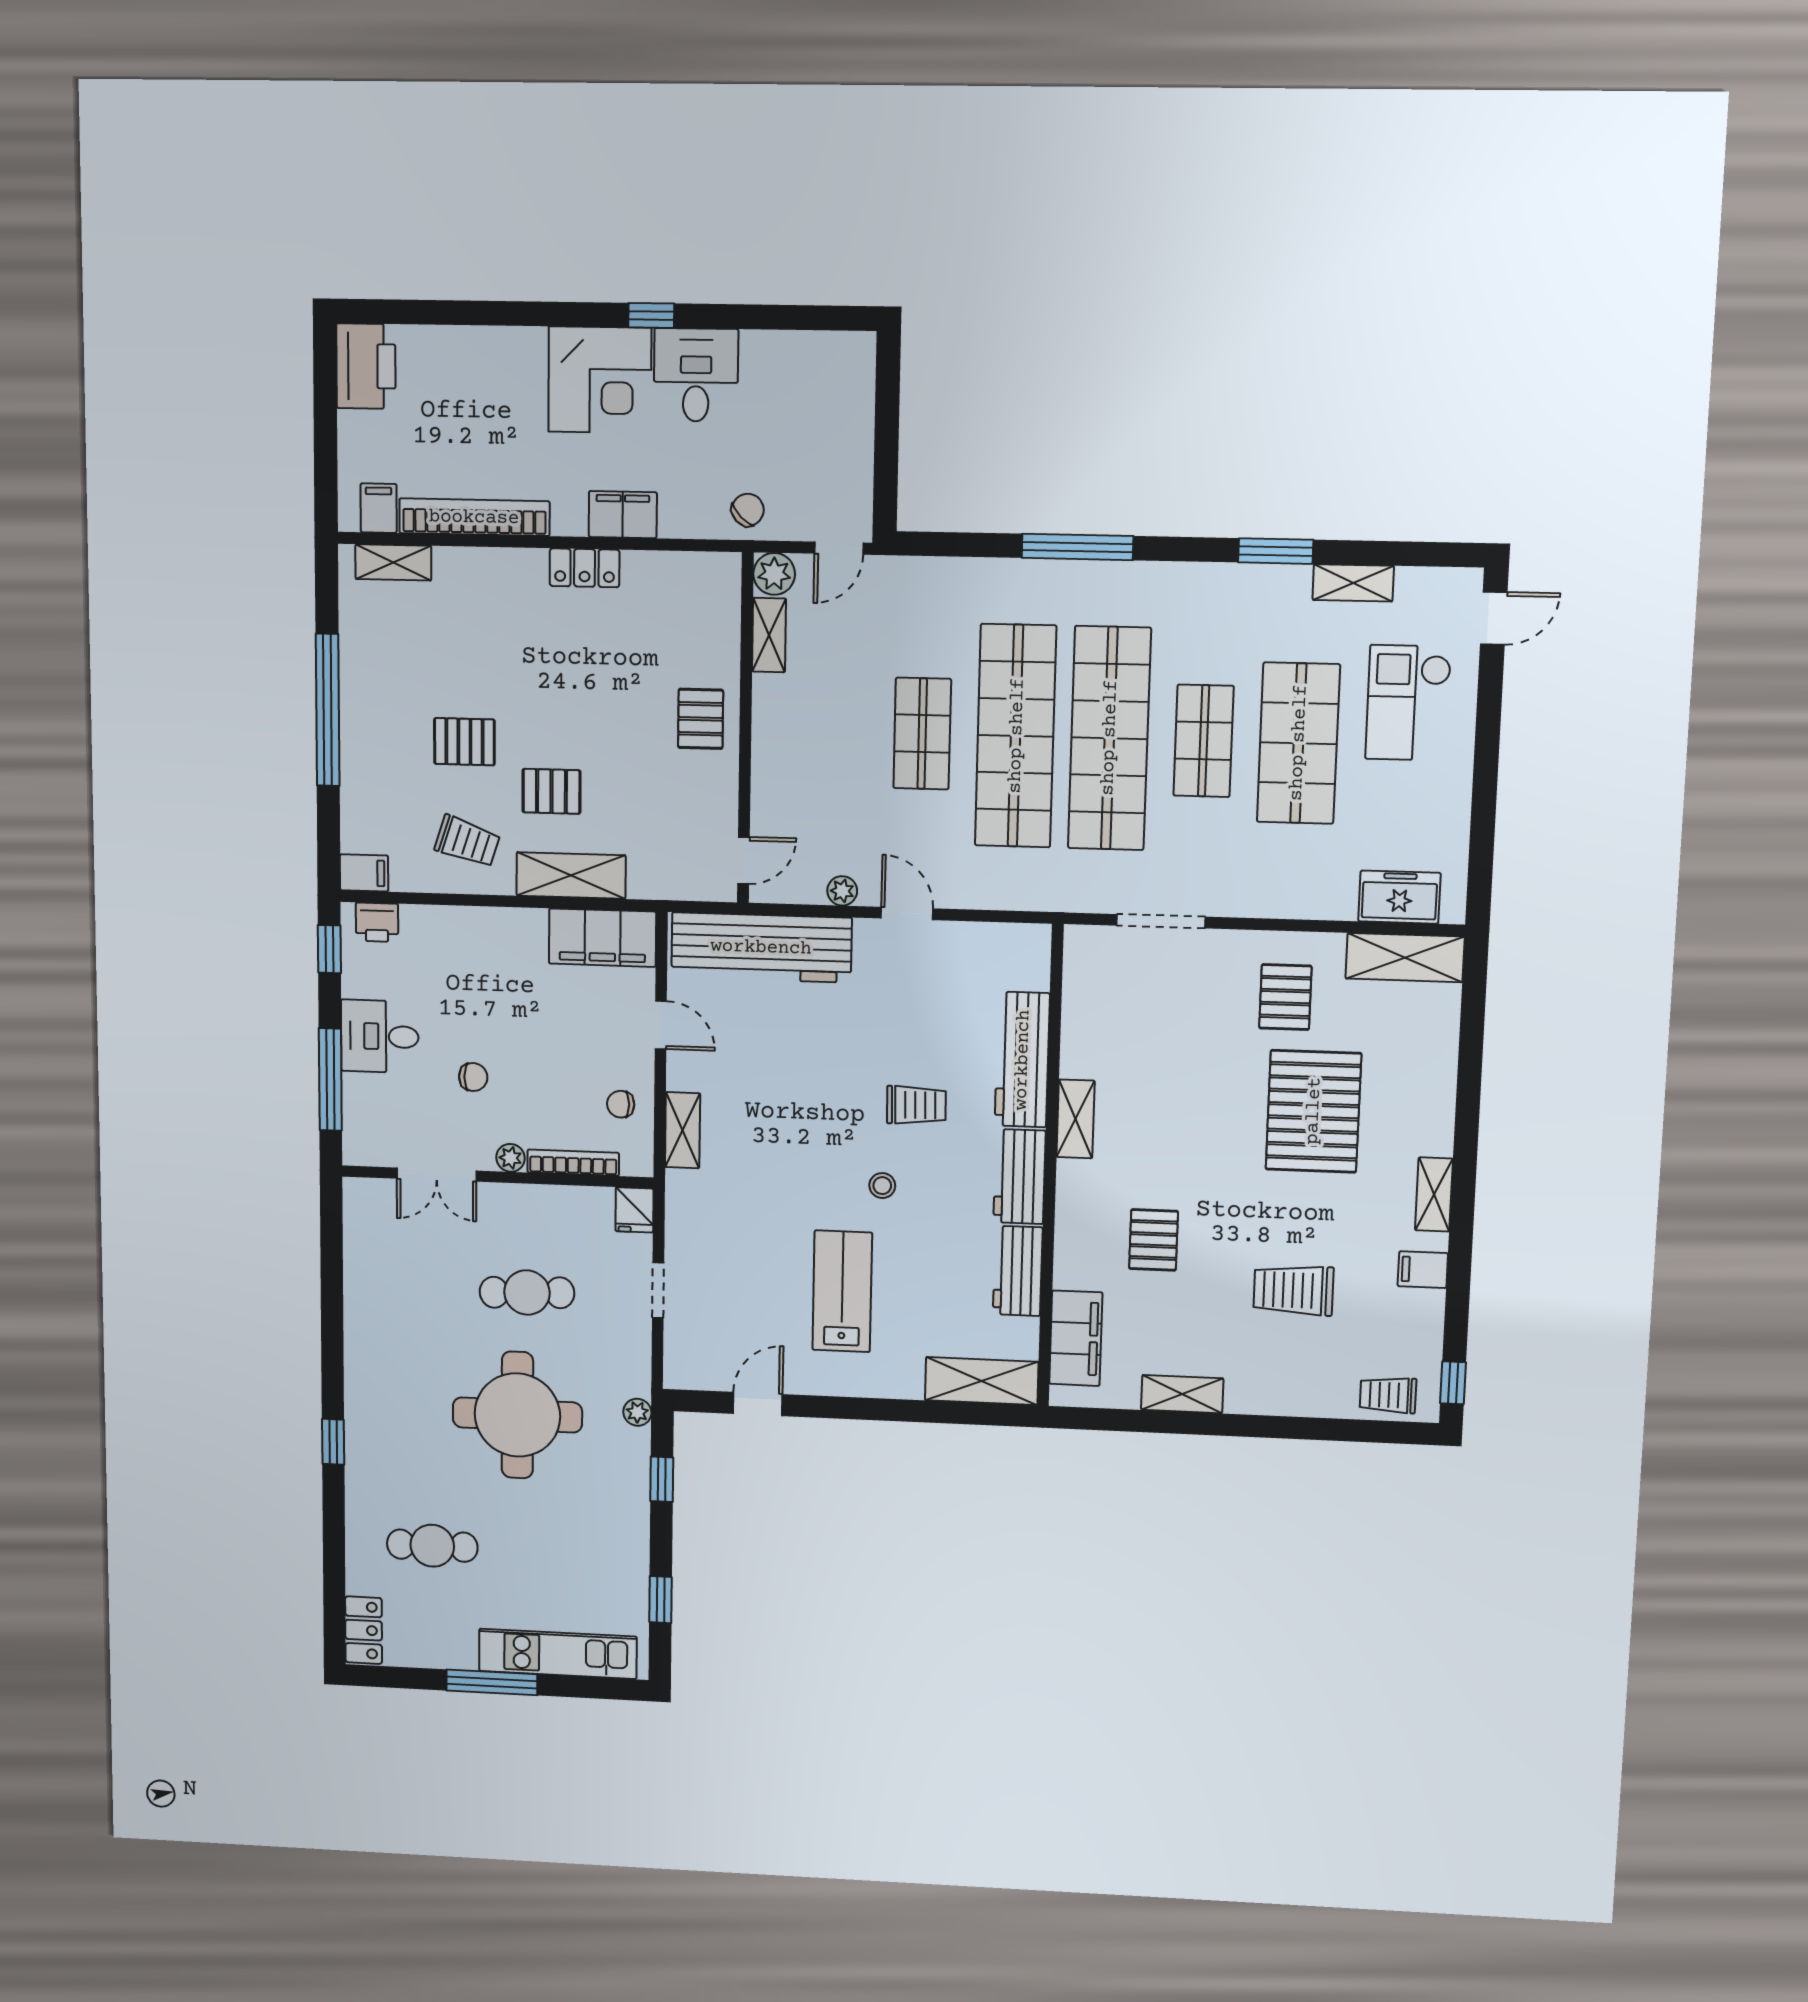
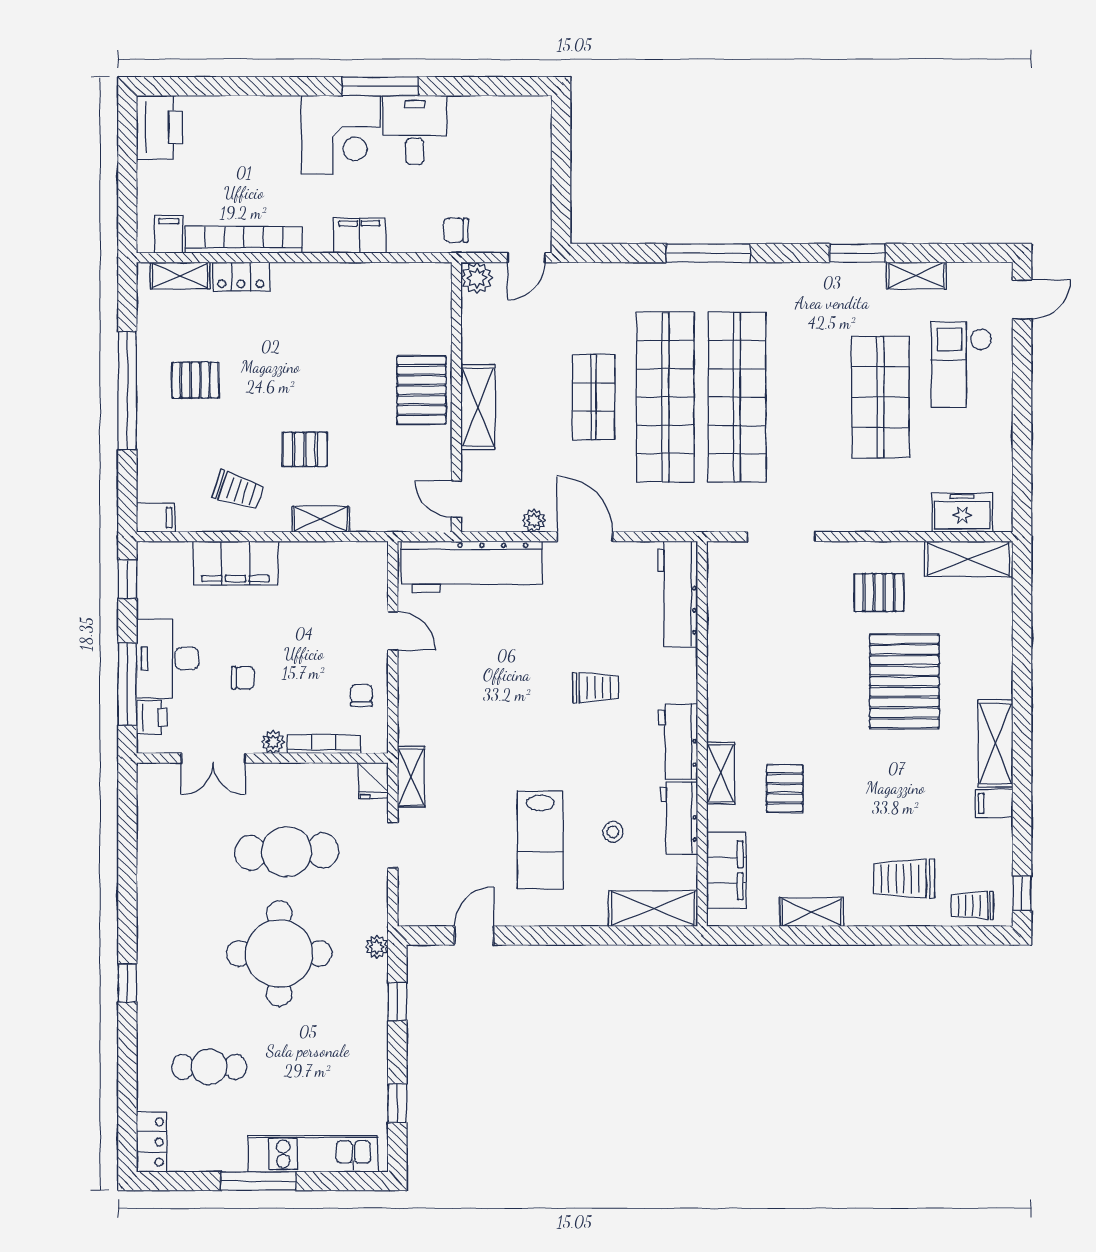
window: (651, 315) -> (380, 86), width x2.17
chair: (748, 510) -> (456, 230), turned -135
locker: (585, 568) -> (241, 277), moved
shelving: (769, 635) -> (478, 407), moved, width x1.50, depth x1.33
pallet: (701, 719) -> (421, 390), width x1.50, depth x1.42
shop shelf: (1204, 741) -> (809, 397), removed
pallet: (464, 742) -> (195, 380), moved
door: (743, 860) -> (456, 499), swing flipped
shelving: (571, 875) -> (321, 519), width x0.67, depth x0.75
door: (907, 913) -> (585, 537), width x1.38
printer: (377, 922) -> (152, 717), moved, turned -90
filing cabinet: (602, 938) -> (236, 563), moved
pallet: (1285, 997) -> (879, 593), turned 90
desk: (380, 1036) -> (168, 658), width x1.37
workbench: (1022, 1060) -> (678, 594), moved
chair: (621, 1104) -> (361, 695), turned 90
shelving: (1076, 1119) -> (721, 773), moved
shelving: (683, 1130) -> (411, 777), moved
stool: (882, 1186) -> (613, 832), moved
shelving: (1434, 1194) -> (996, 743), width x1.50, depth x1.33
trolley: (1293, 1290) -> (904, 879), moved
lab bench: (842, 1291) -> (540, 840), turned 180
cafe table: (527, 1292) -> (287, 852), width x1.37, depth x1.35

